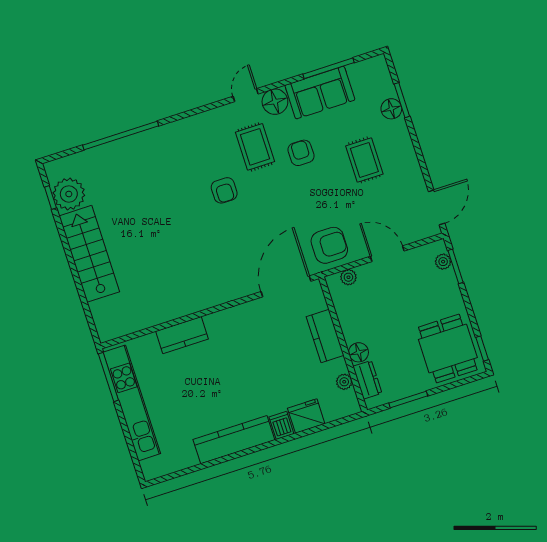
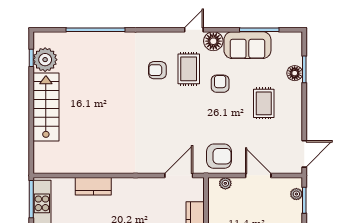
armchair: (224, 190) -> (157, 70), moved, turned 90
door: (286, 286) -> (179, 175), width x0.73

